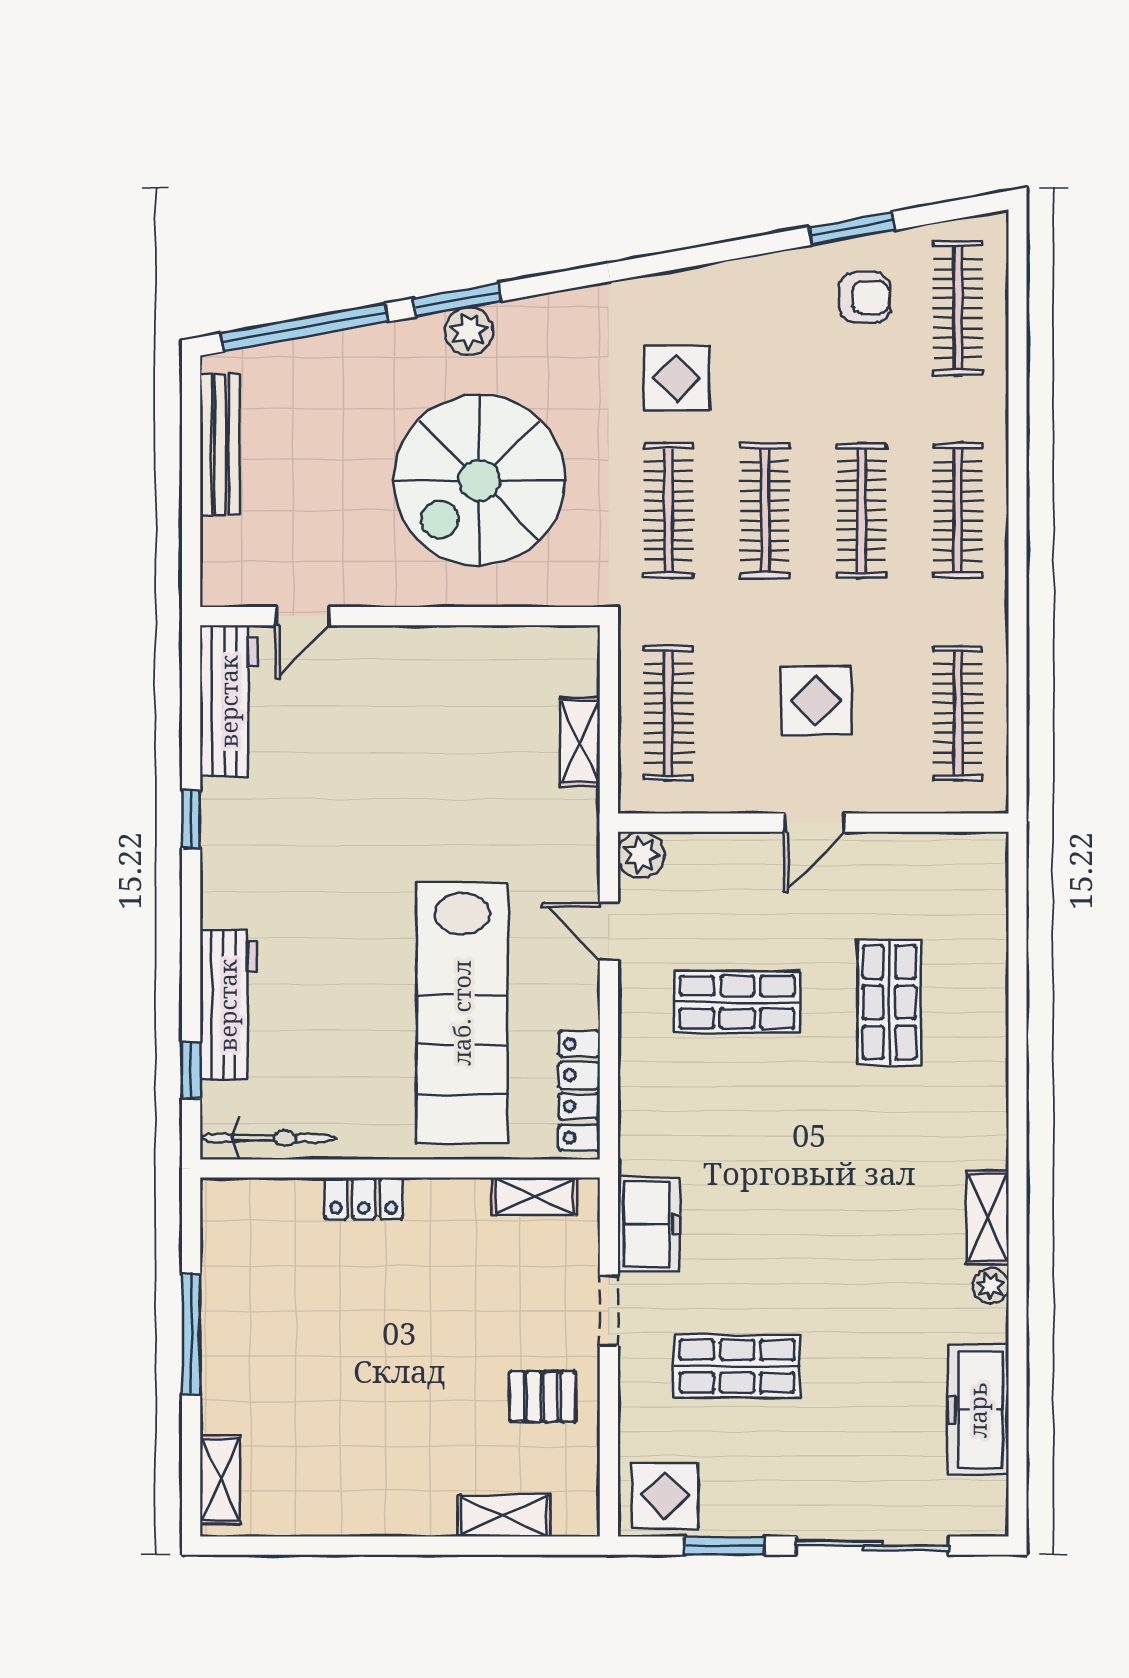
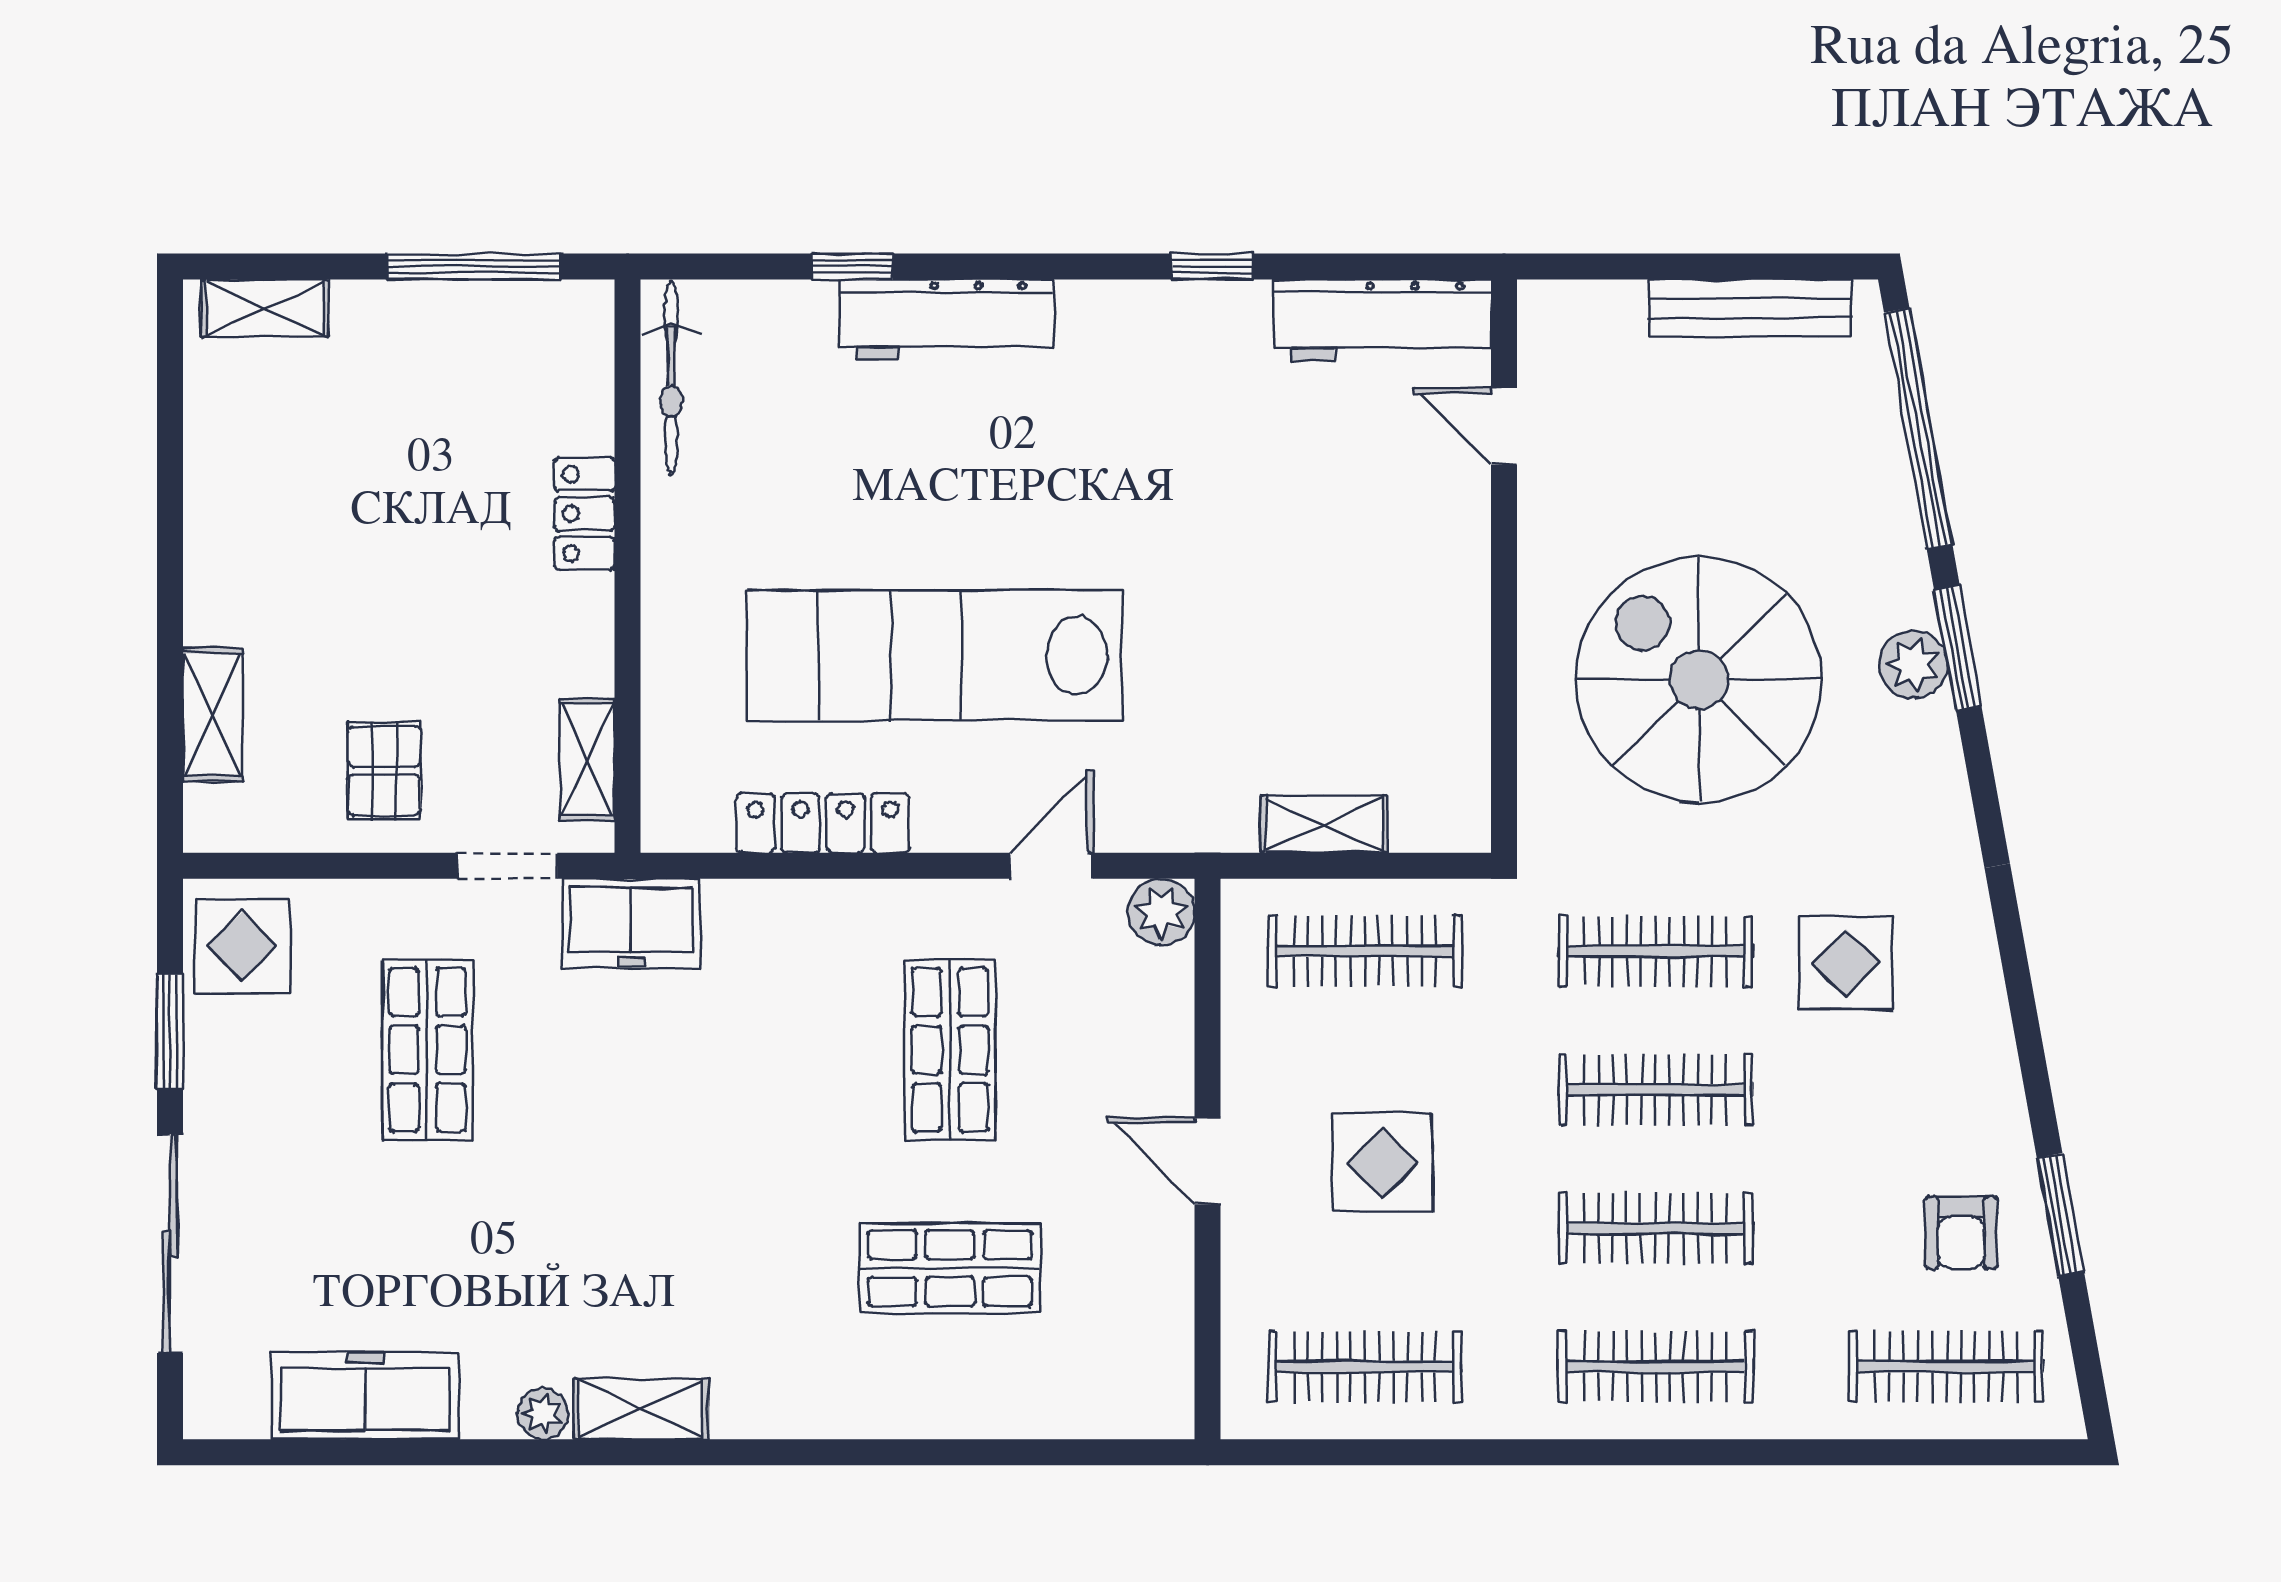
bicycle: (269, 1138) -> (671, 378), moved
wall: (400, 1168) -> (628, 566), moved
shelving: (535, 1197) -> (587, 760), moved
locker: (364, 1198) -> (585, 514), moved

